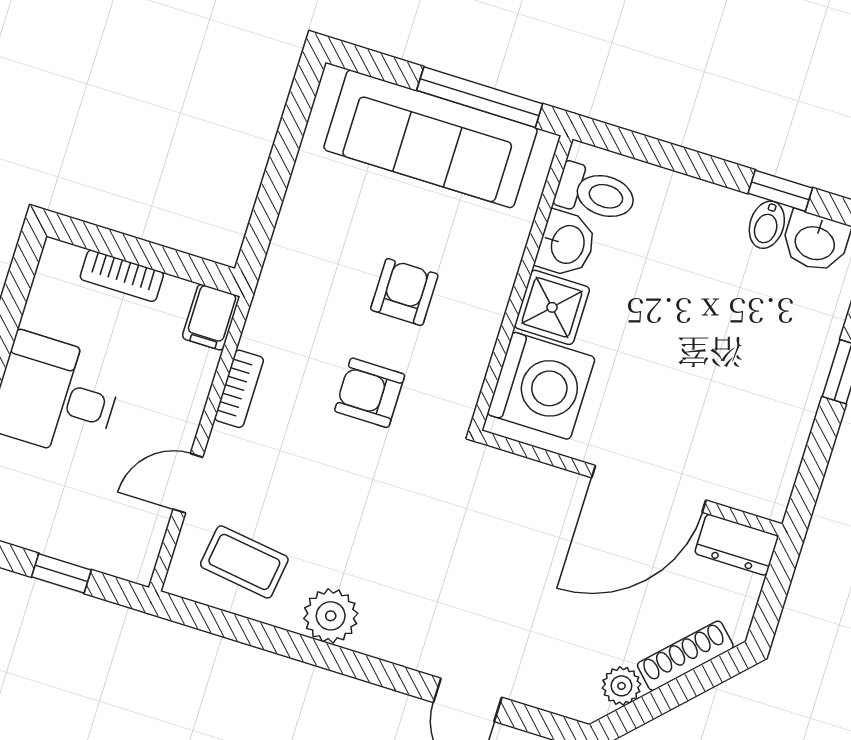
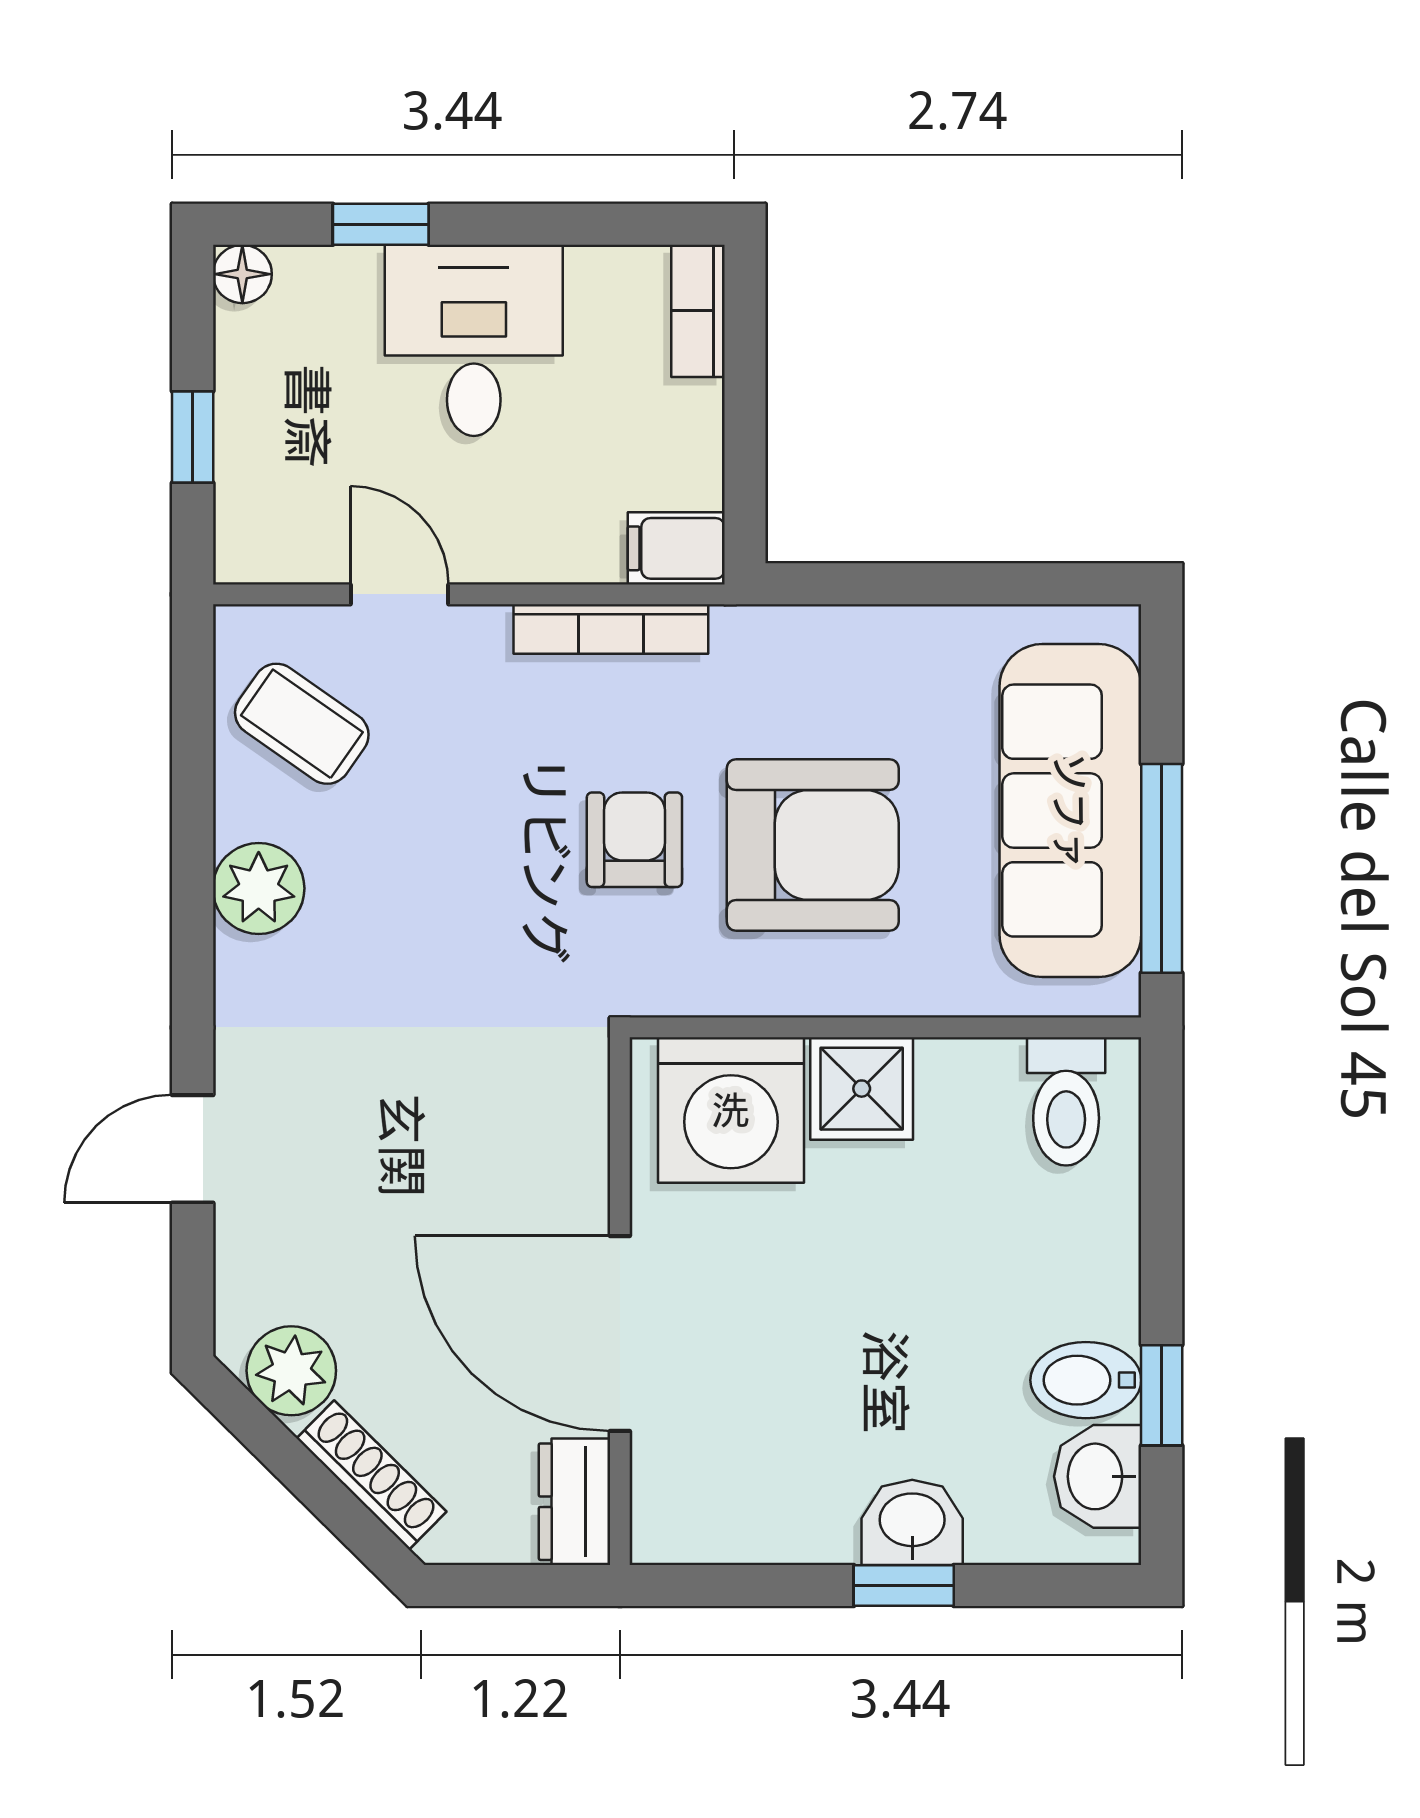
bidet: (767, 225) -> (1086, 1380), width x1.38, depth x1.36
washbasin: (566, 244) -> (912, 1522), moved, turned 180
bookcase: (122, 276) -> (698, 311), moved
armchair: (404, 292) -> (813, 845), width x1.88, depth x1.88
bookcase: (239, 389) -> (611, 629), width x1.56
coffee table: (244, 562) -> (302, 724), turned -63
plant: (621, 686) -> (291, 1371), width x1.38, depth x1.38

